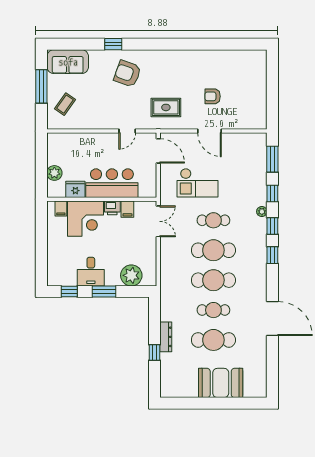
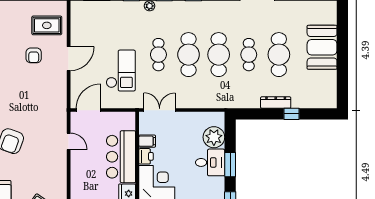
rug: (166, 107) -> (47, 25), moved, turned 90
desk: (91, 272) -> (210, 162), moved

